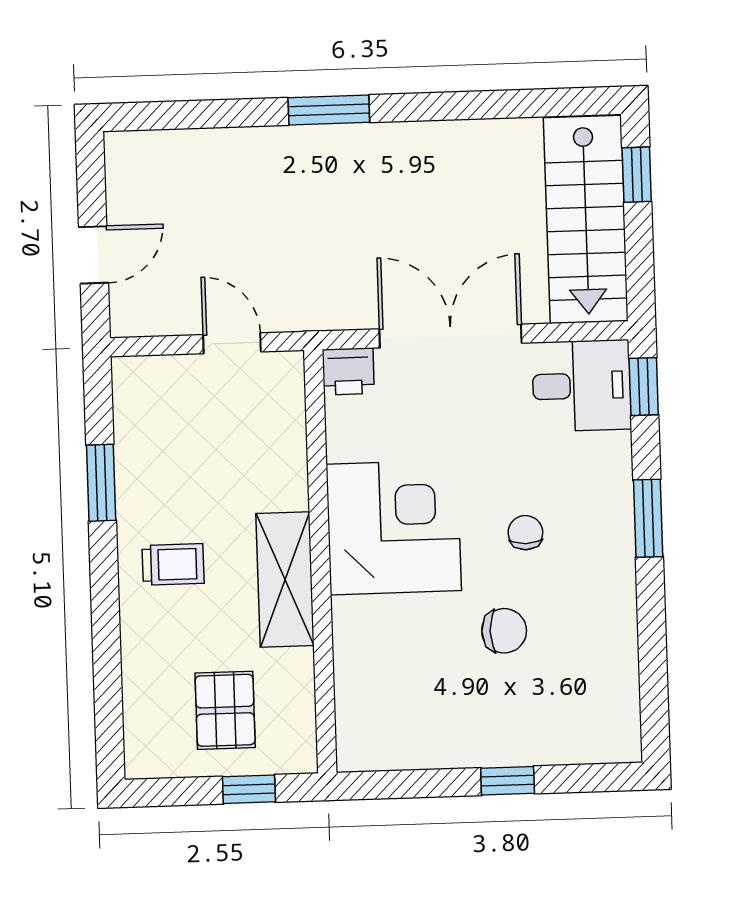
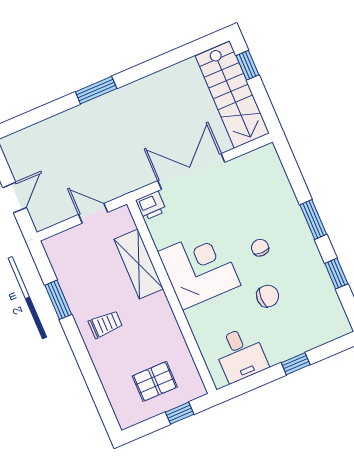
desk: (582, 386) -> (240, 354), moved, turned 90
window: (644, 387) -> (336, 274), moved
shelving: (285, 580) -> (139, 264), moved
pallet: (225, 710) -> (155, 381), turned 90

